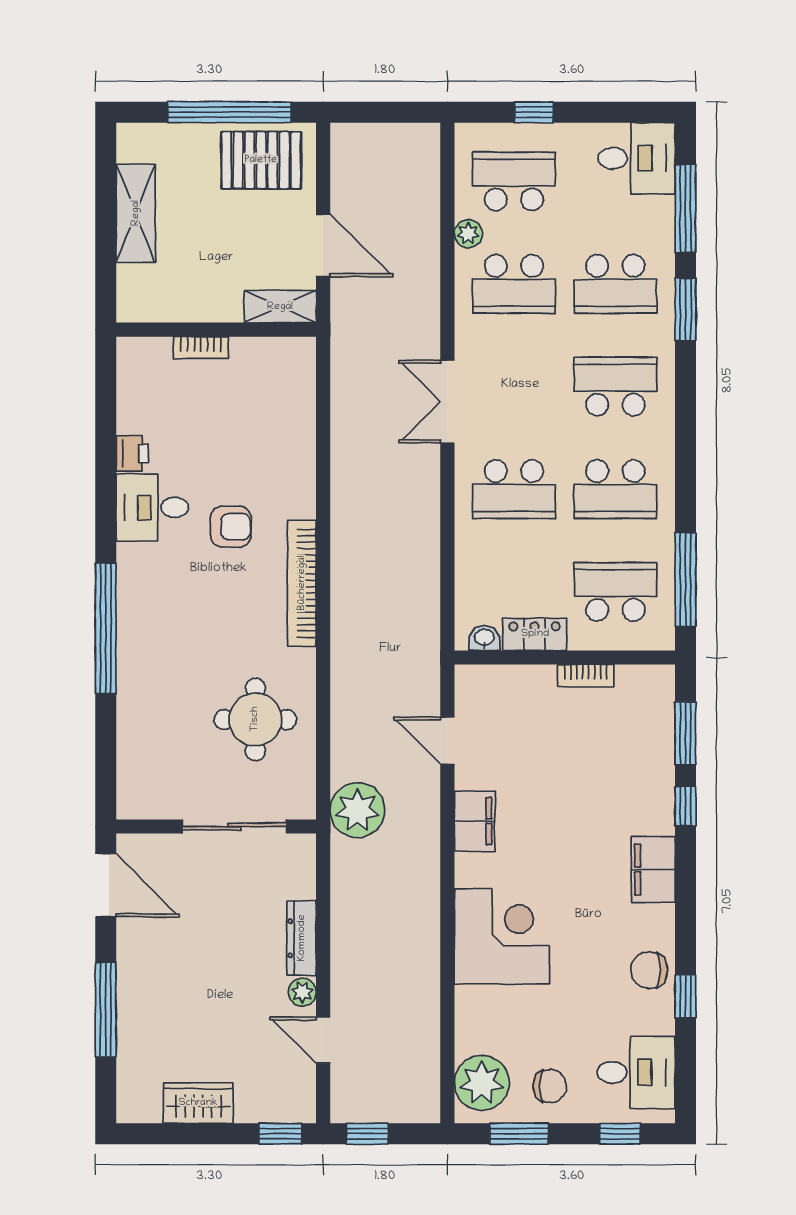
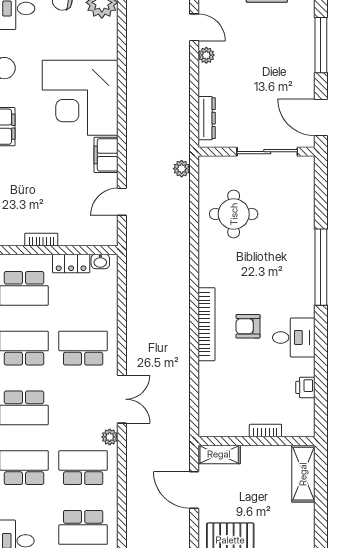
shelving: (136, 213) -> (303, 474), moved
plant: (468, 234) -> (110, 437), moved
printer: (132, 453) -> (305, 387), moved
bookcase: (302, 583) -> (207, 324), moved
door: (447, 741) -> (122, 202), swing flipped
plant: (357, 810) -> (182, 169), width x0.53, depth x0.53
sliding door: (234, 827) -> (267, 152), moved
corner desk: (502, 936) -> (80, 98), width x1.36, depth x1.36
dresser: (302, 938) -> (207, 118), moved

